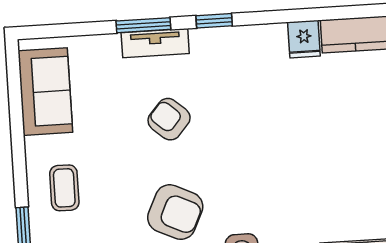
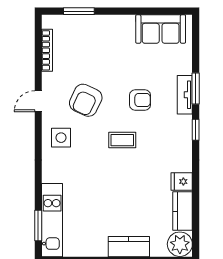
armchair: (169, 119) -> (140, 100), turned 49
coffee table: (64, 188) -> (122, 140), moved

